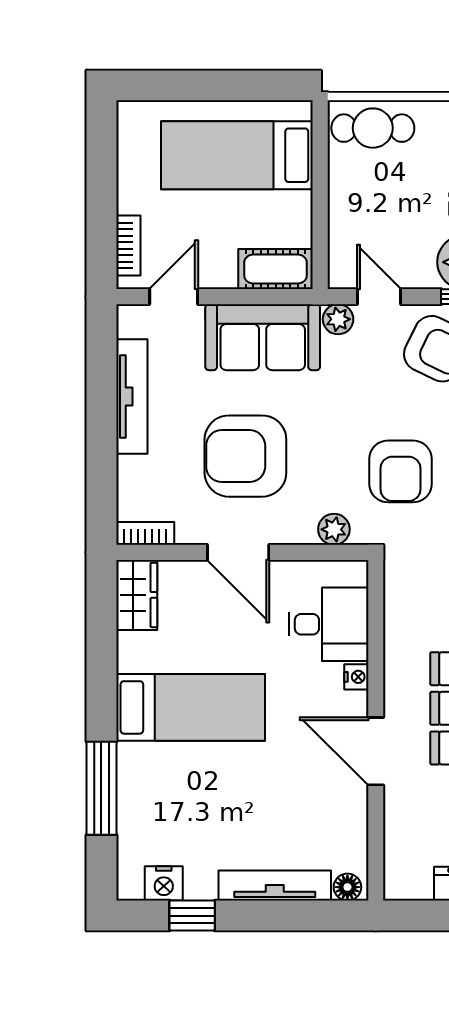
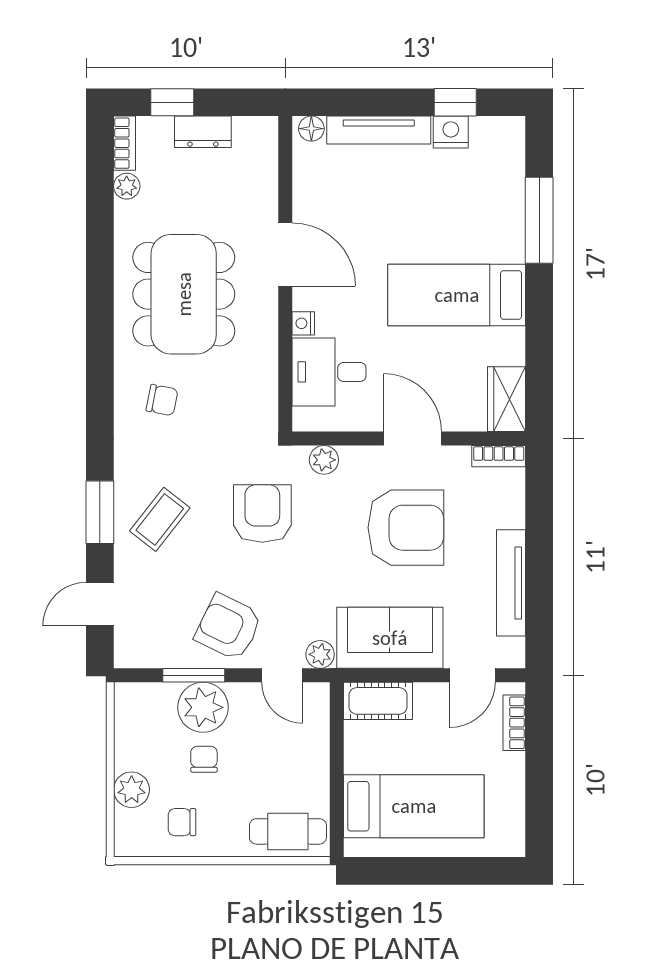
nightstand: (164, 883) -> (451, 132), moved

